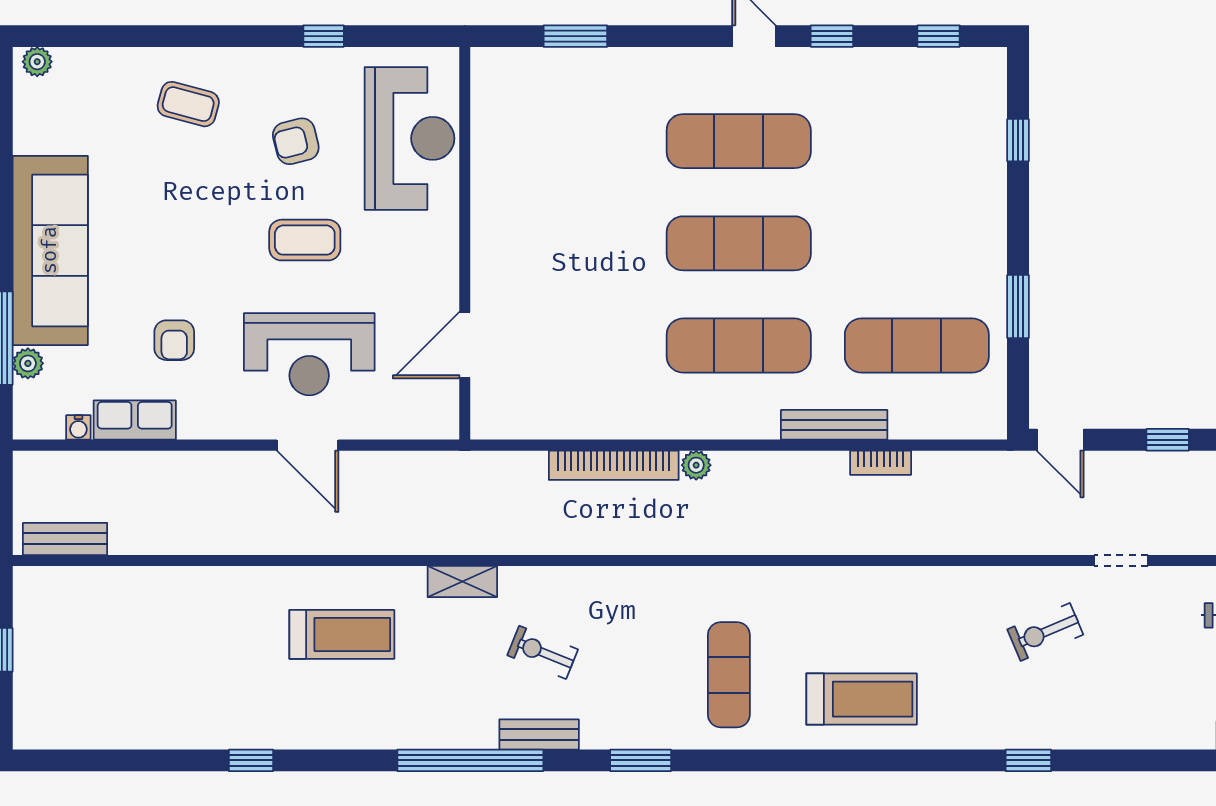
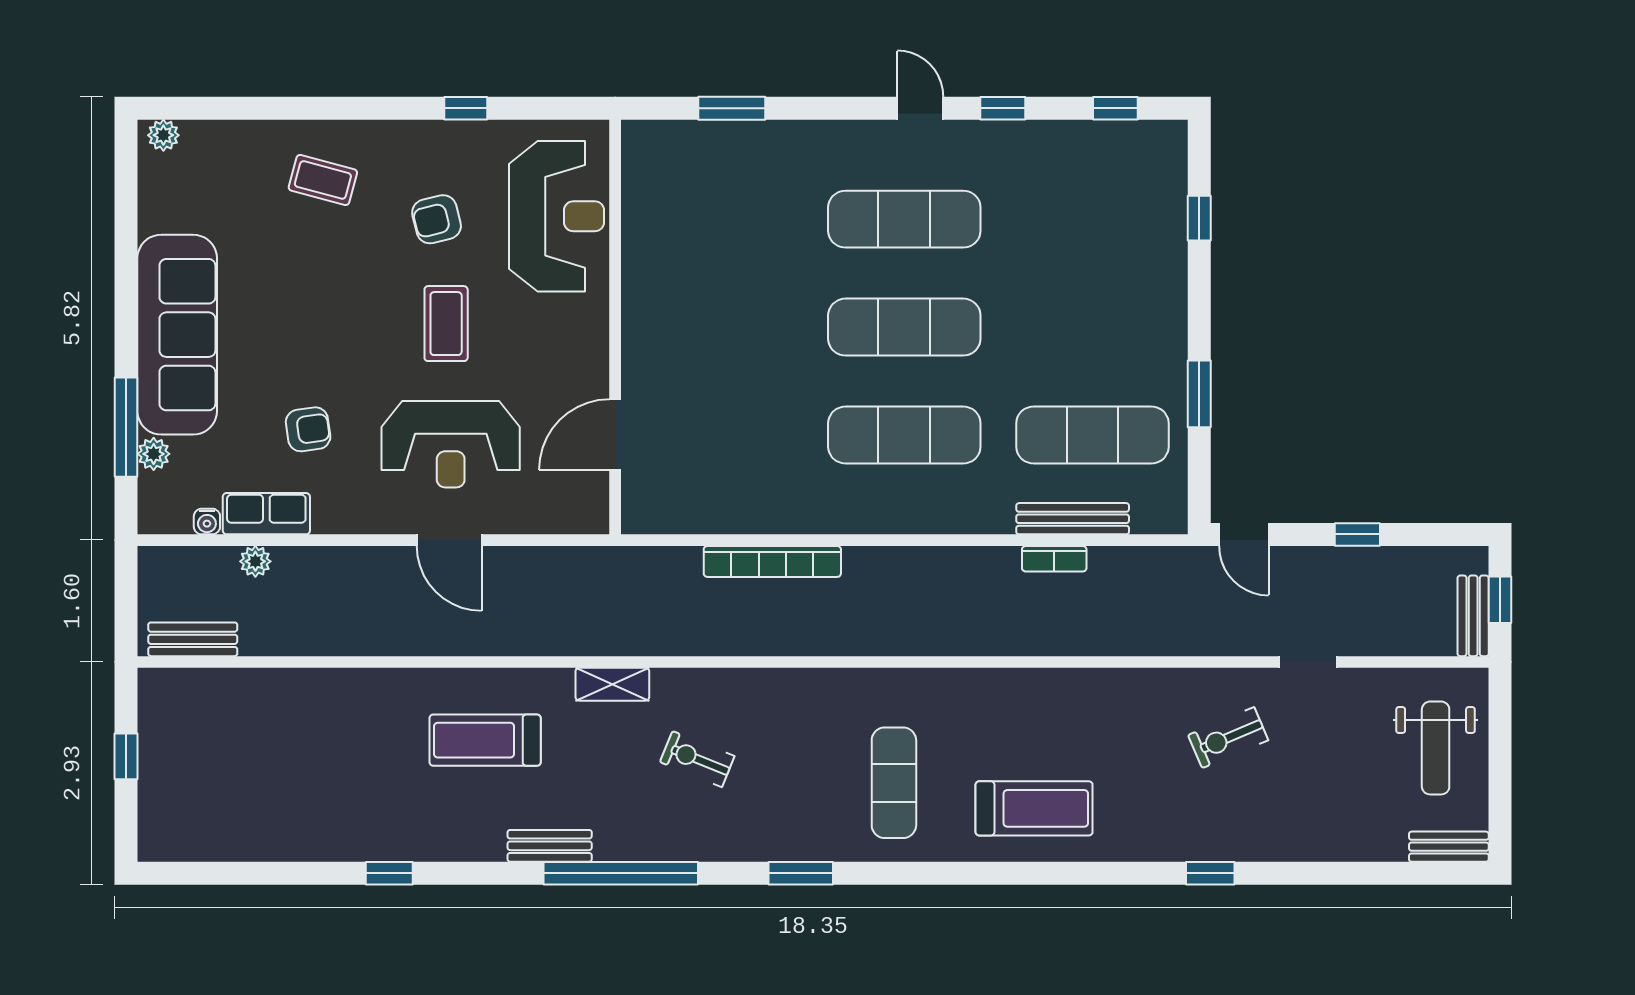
coffee table: (305, 240) -> (446, 324), turned 90
armchair: (174, 340) -> (308, 429), turned -98
bench: (834, 425) -> (1073, 519), moved
plant: (696, 465) -> (255, 561), moved
treadmill: (342, 634) -> (485, 740), turned 180
bench: (539, 734) -> (550, 846), moved

